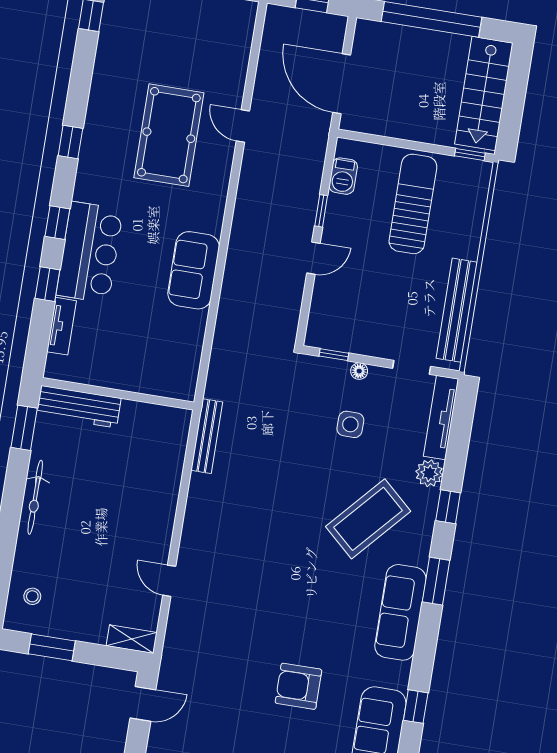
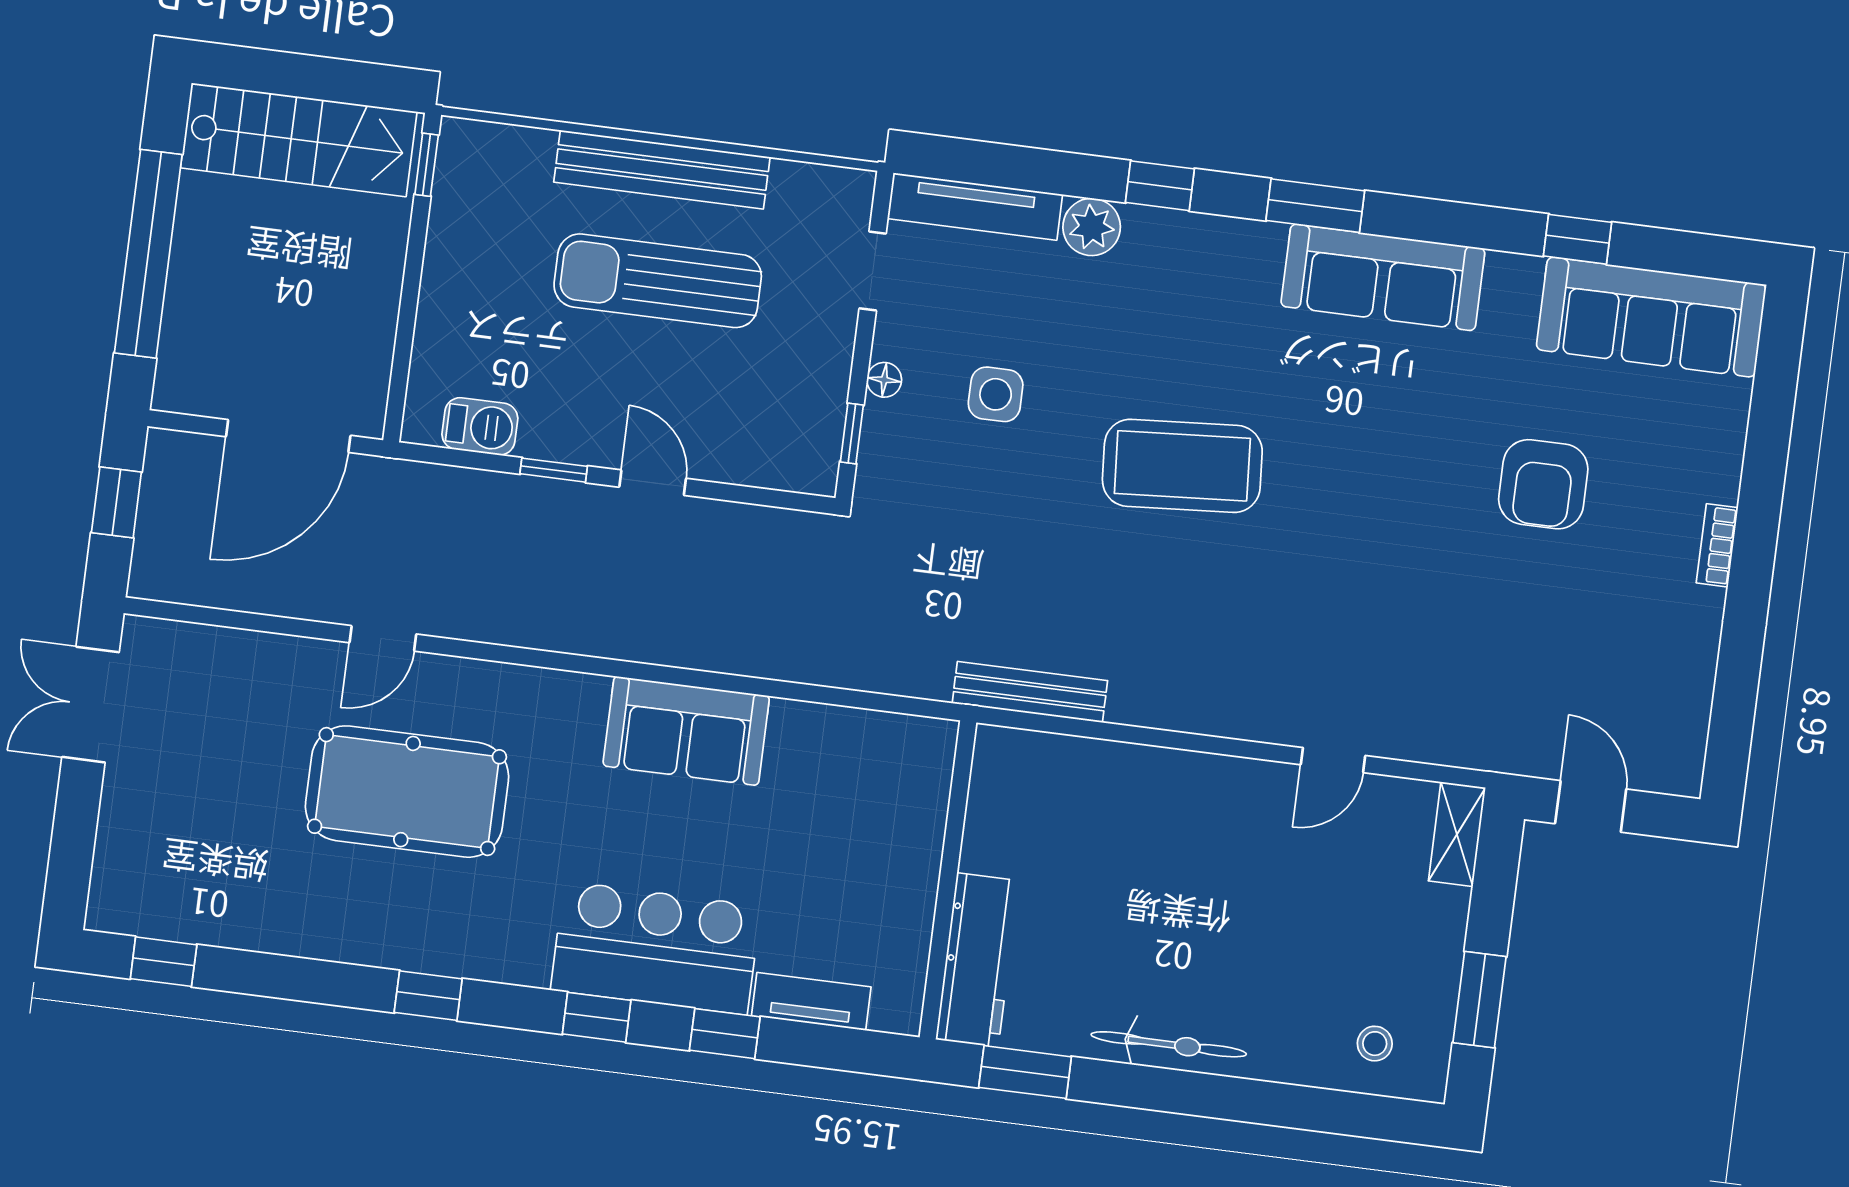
sun lounger: (413, 204) -> (658, 281), moved
bench: (457, 310) -> (662, 170), moved
coffee table: (368, 519) -> (1182, 466), moved, turned -46

